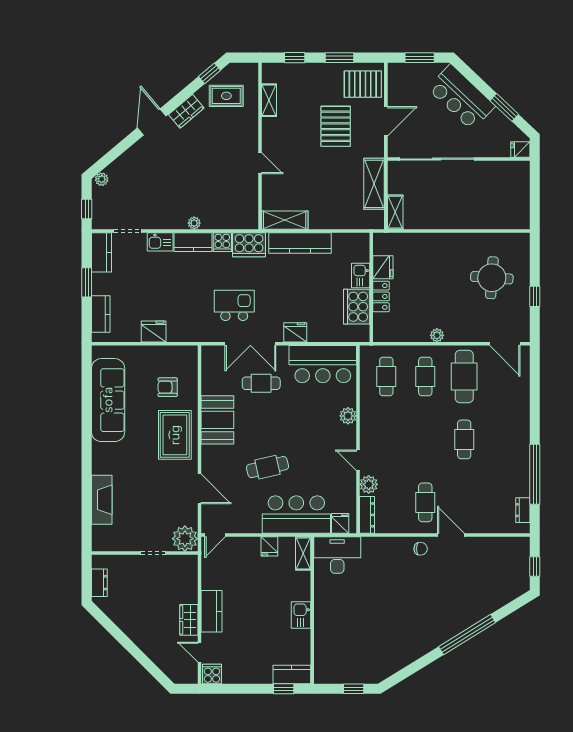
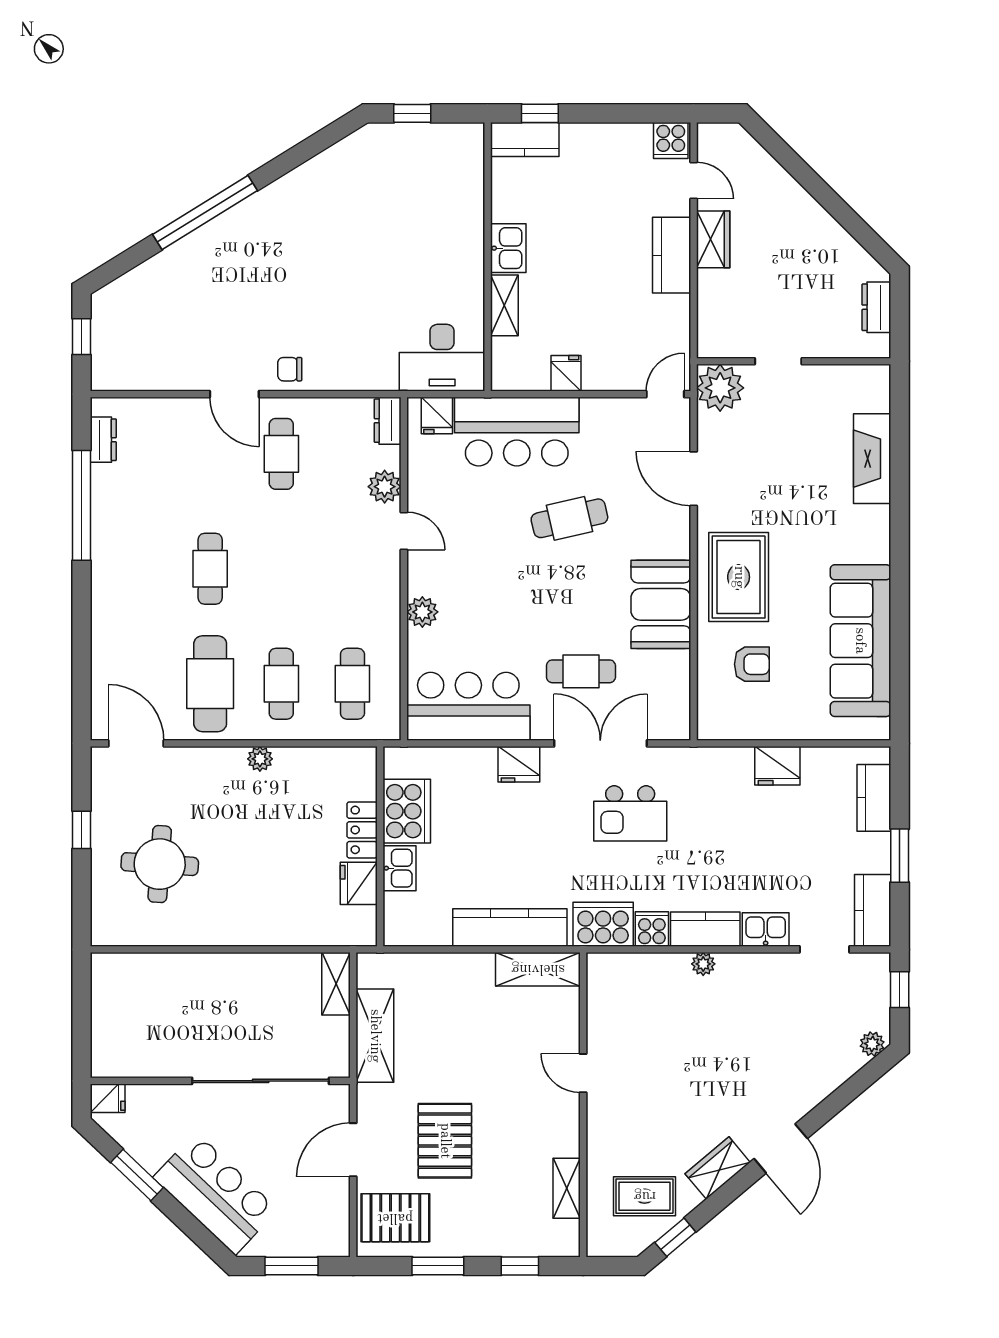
dresser: (367, 515) -> (388, 421), width x0.70
shelving: (303, 553) -> (504, 305), moved

